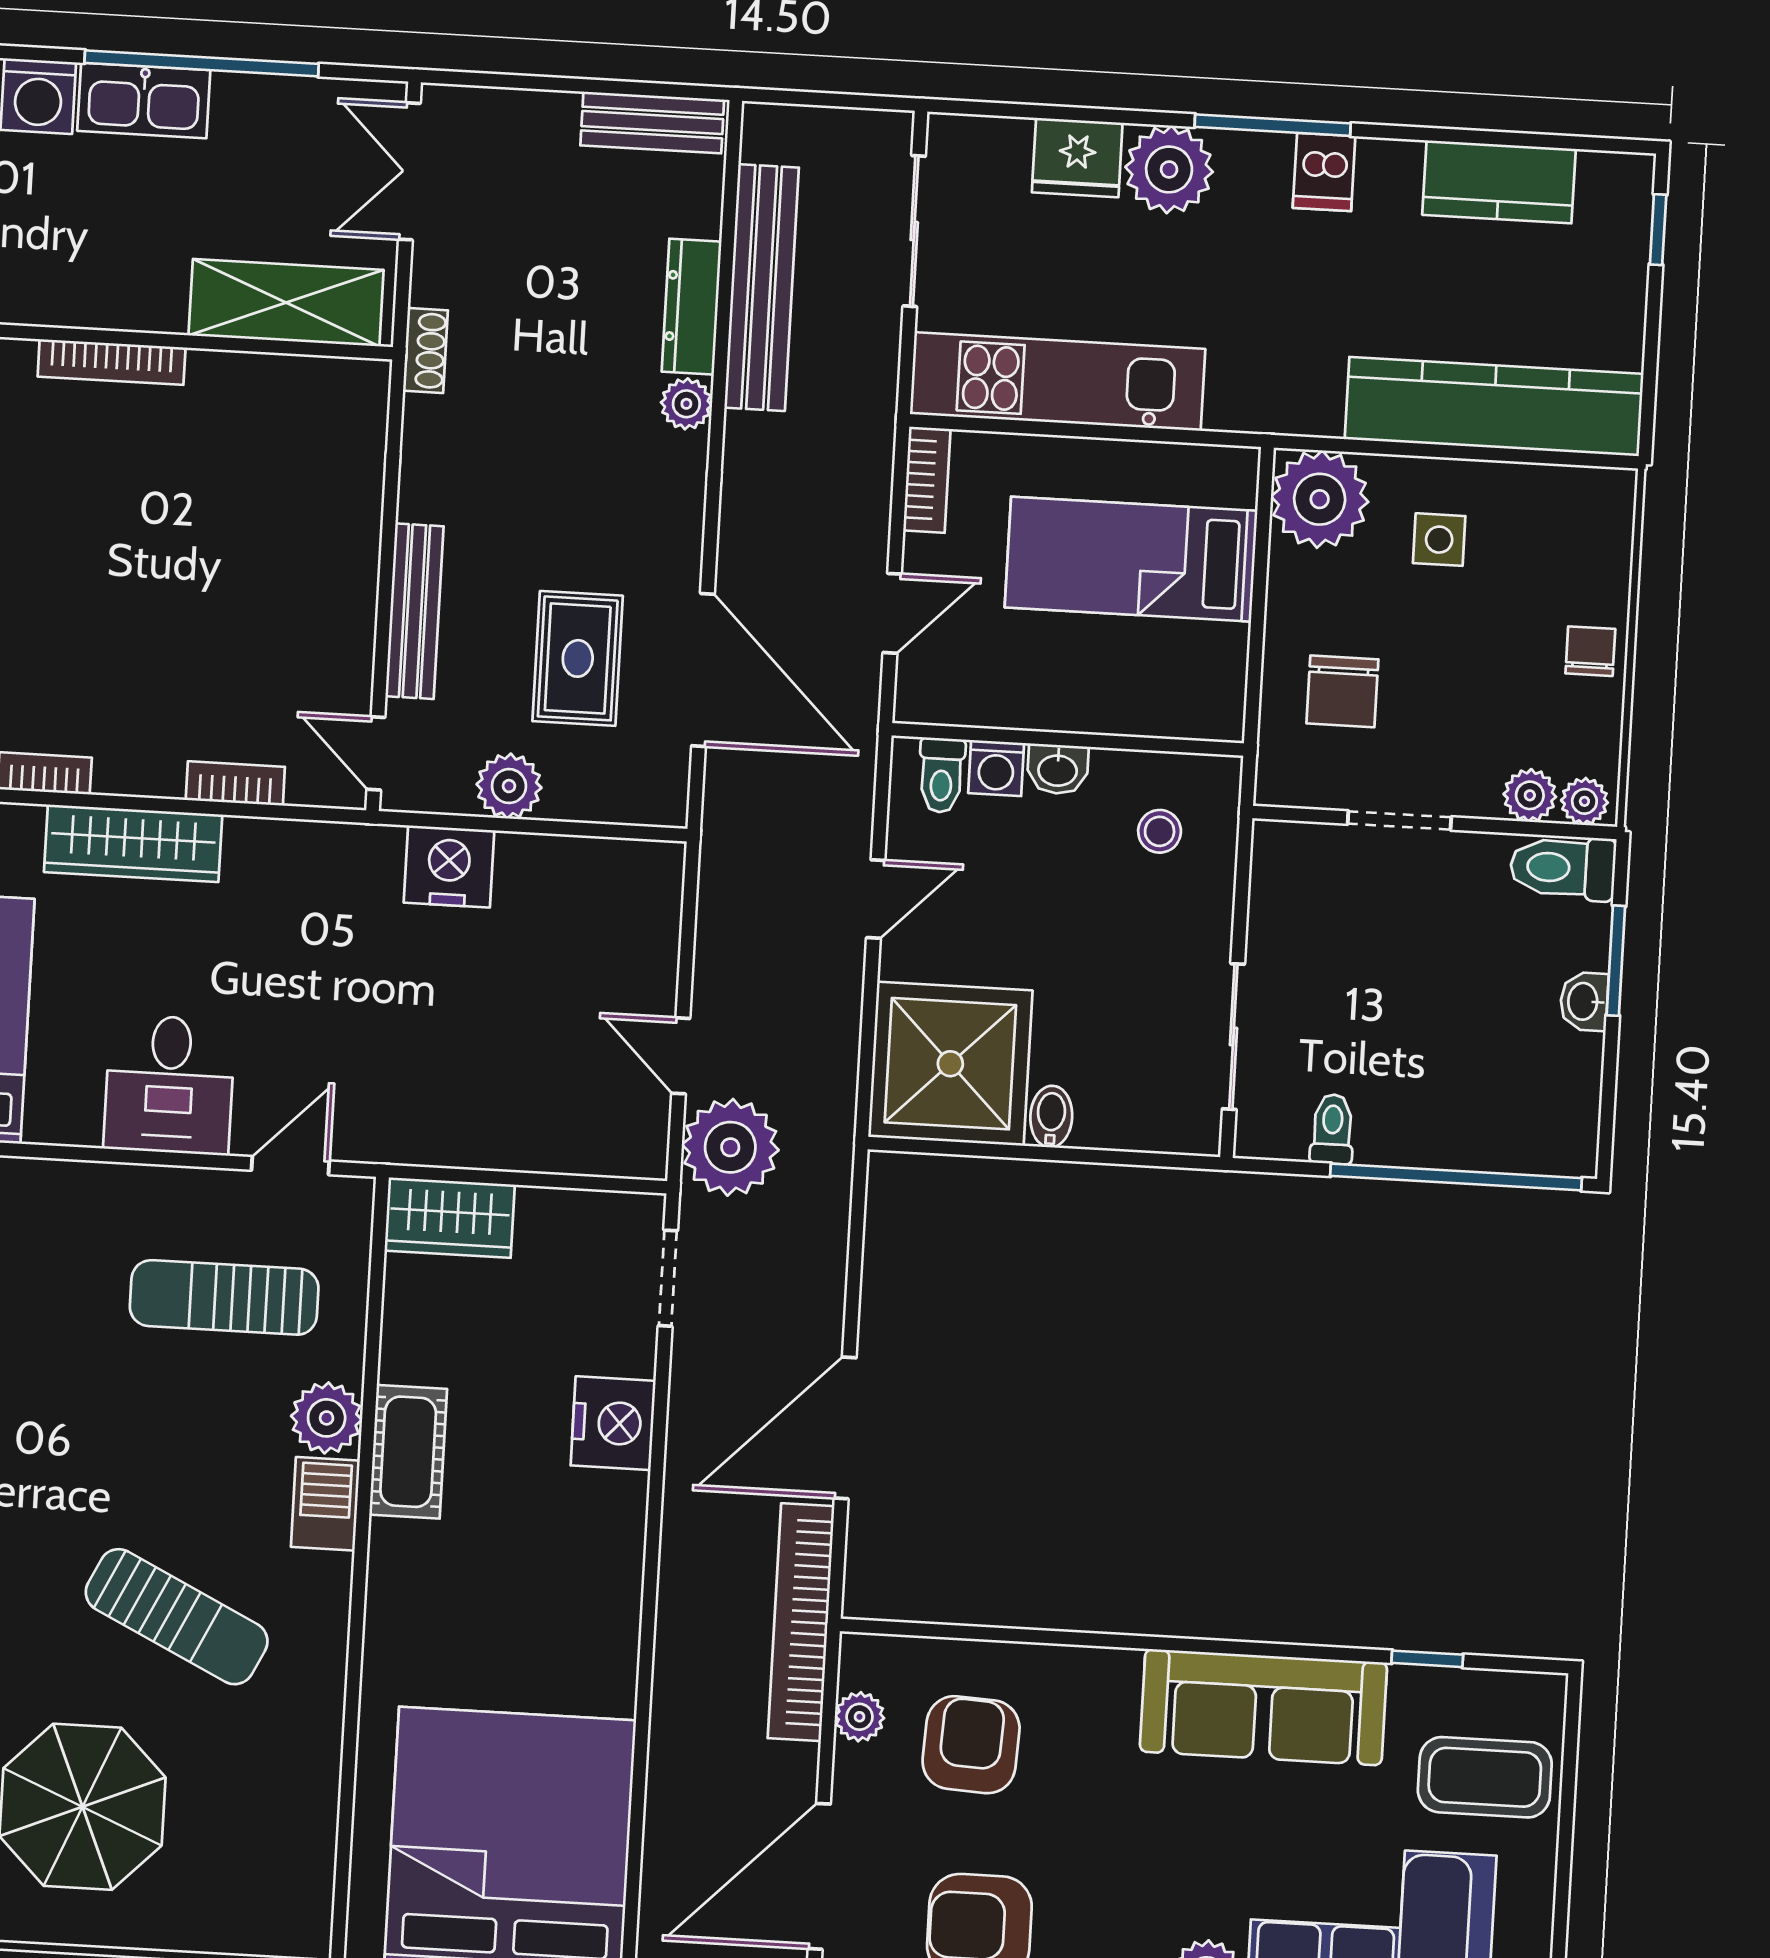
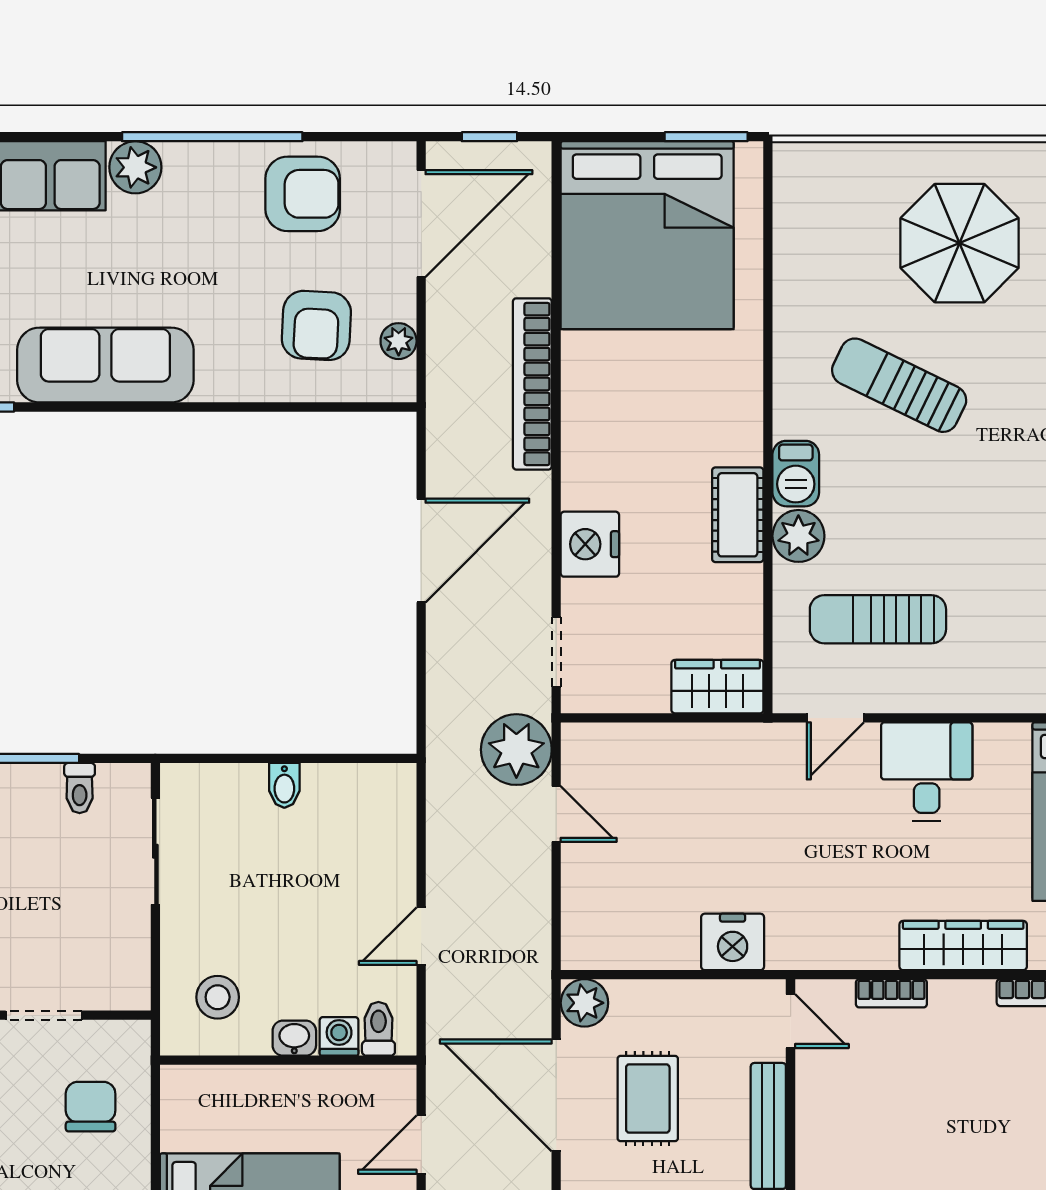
plant: (509, 786) -> (584, 1003), moved
stool: (1160, 831) -> (218, 997), width x1.37, depth x1.37
shower: (950, 1064) -> (360, 820), removed
sun lounger: (224, 1297) -> (878, 619), turned 180
bookcase: (801, 1622) -> (532, 384), moved, turned 180

